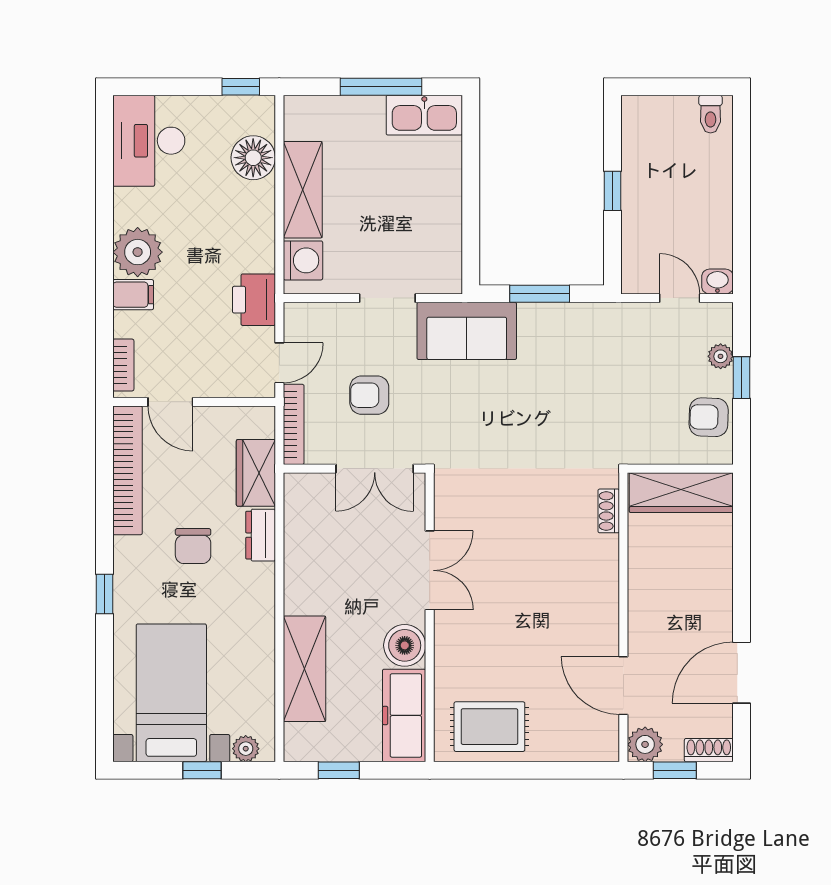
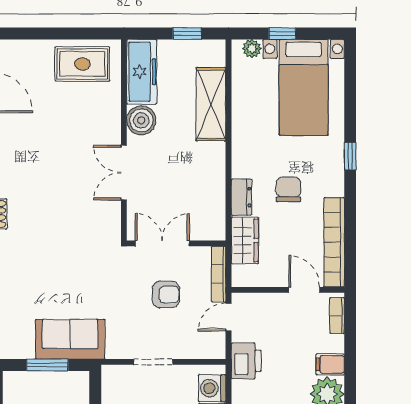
sofa: (467, 331) -> (70, 339), moved

